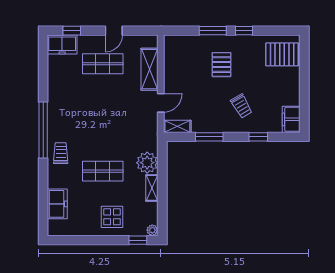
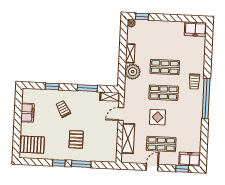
filing cabinet: (291, 119) -> (27, 113), moved
shop shelf: (103, 135) -> (164, 93), added
freezer: (57, 204) -> (195, 29), moved, turned -90
display table: (112, 217) -> (158, 117), moved

